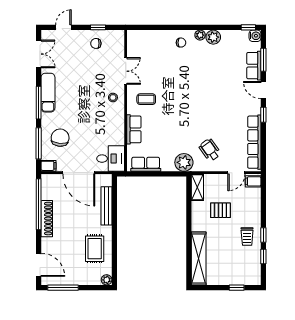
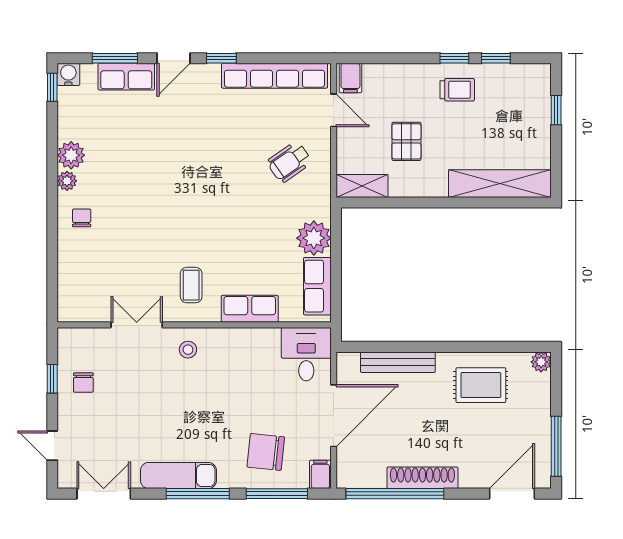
plant: (184, 162) -> (314, 238), moved

